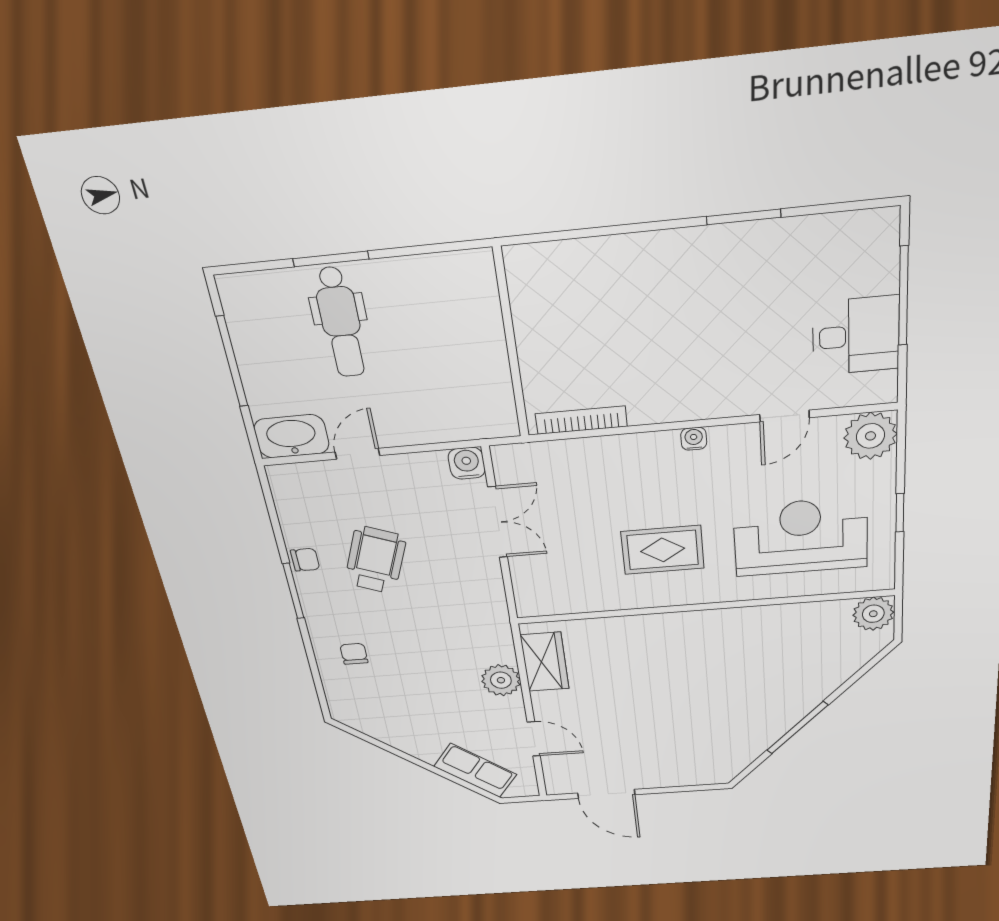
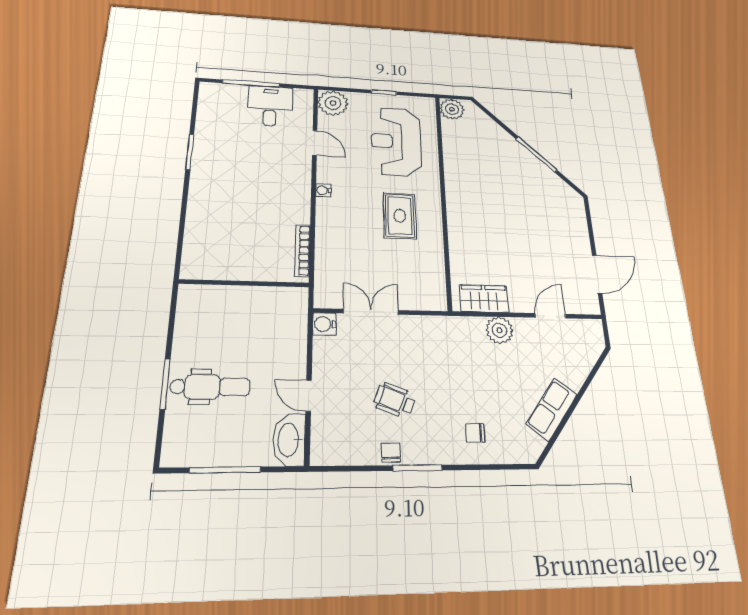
wheelchair: (375, 560) -> (395, 400), width x0.73, depth x0.73
row of seats: (475, 770) -> (552, 409), moved

